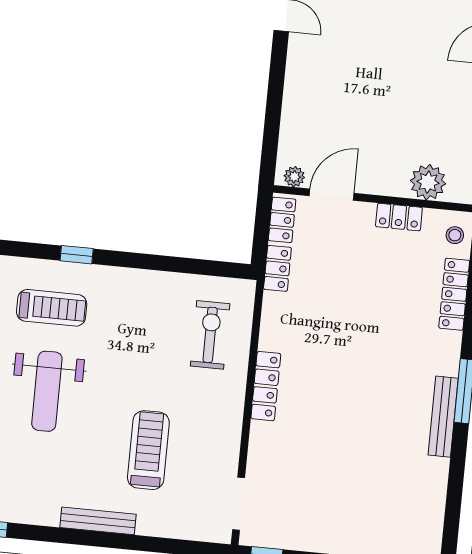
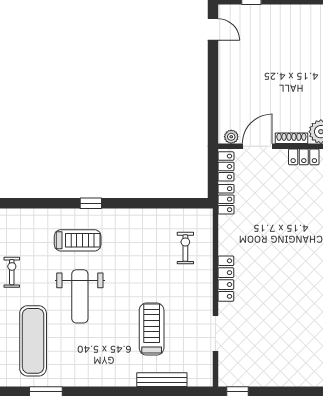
shoe rack: (383, 188) -> (291, 138), added
exercise bike: (210, 335) -> (185, 248), width x0.73, depth x0.72
doorway: (239, 504) -> (215, 333), moved
bench: (98, 521) -> (162, 380), moved

